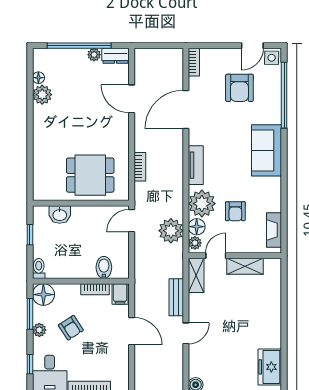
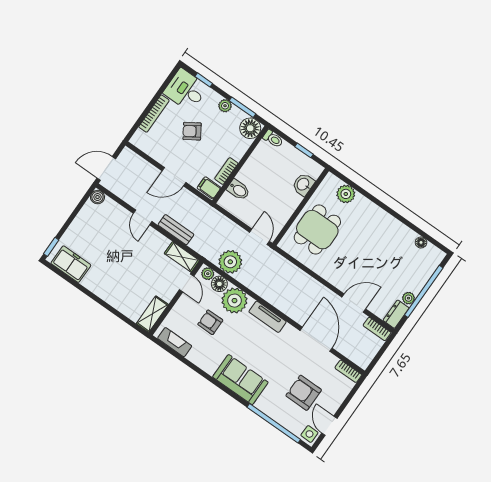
plant: (42, 95) -> (346, 194), moved
bookcase: (140, 167) -> (377, 329), moved
shelving: (245, 266) -> (152, 314), moved
armchair: (71, 328) -> (192, 131), moved

